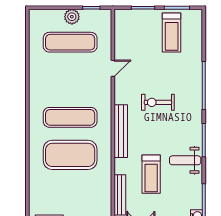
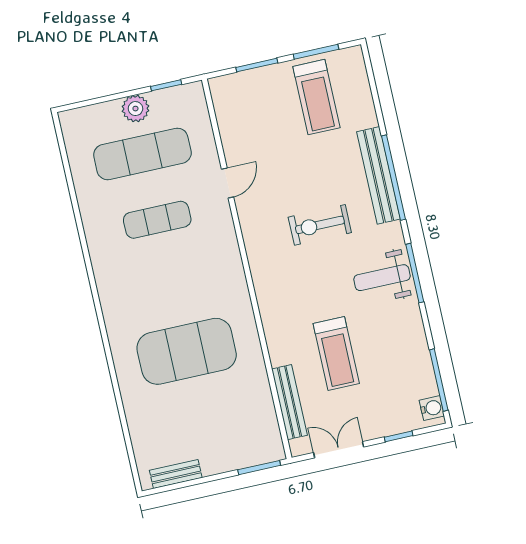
exercise mat: (70, 117) -> (157, 220), moved, width x0.73, depth x0.69
bench: (121, 131) -> (378, 175), moved
weight bench: (185, 160) -> (382, 278), moved

